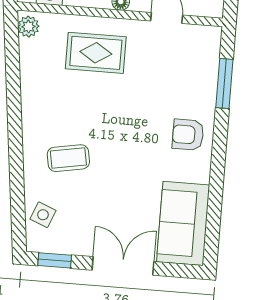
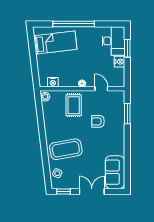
rug: (96, 53) -> (74, 105), turned 90
armchair: (188, 135) -> (98, 121), moved
coffee table: (68, 158) -> (66, 149), width x1.86, depth x1.72

